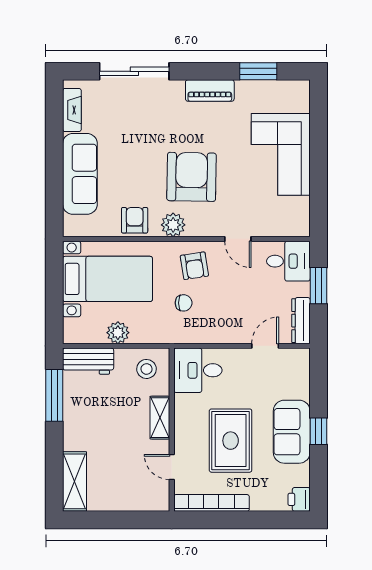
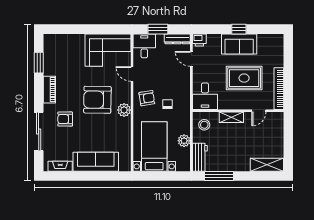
corner sofa: (281, 154) -> (108, 50), moved
armchair: (135, 220) -> (65, 119), moved
door: (238, 239) -> (132, 74), swing flipped
printer: (299, 499) -> (199, 40), moved

